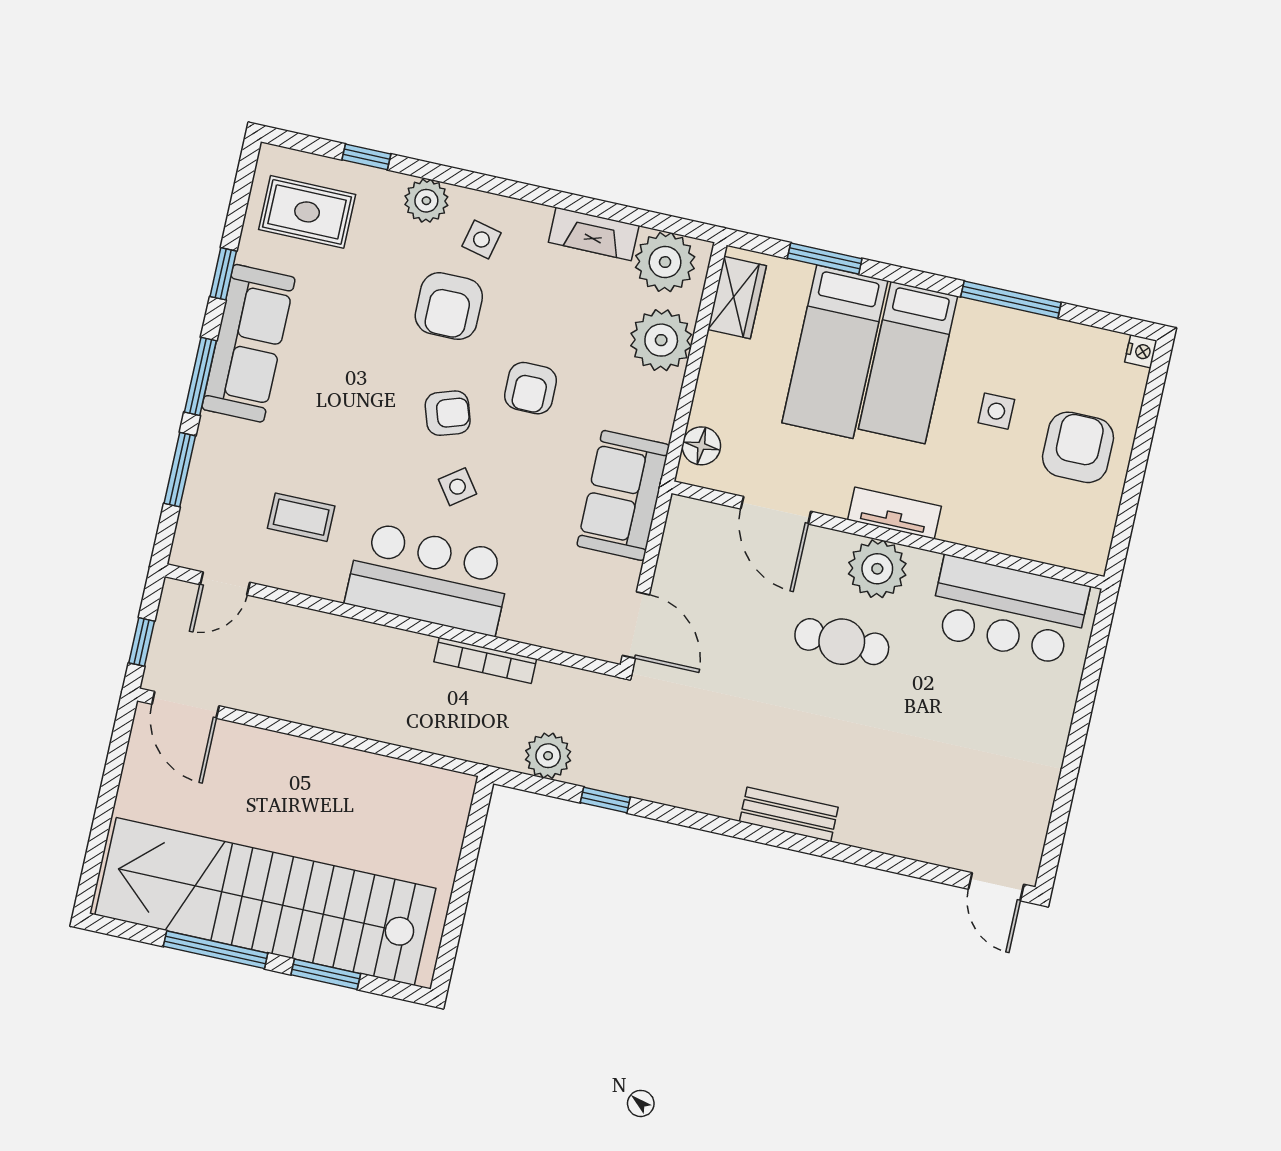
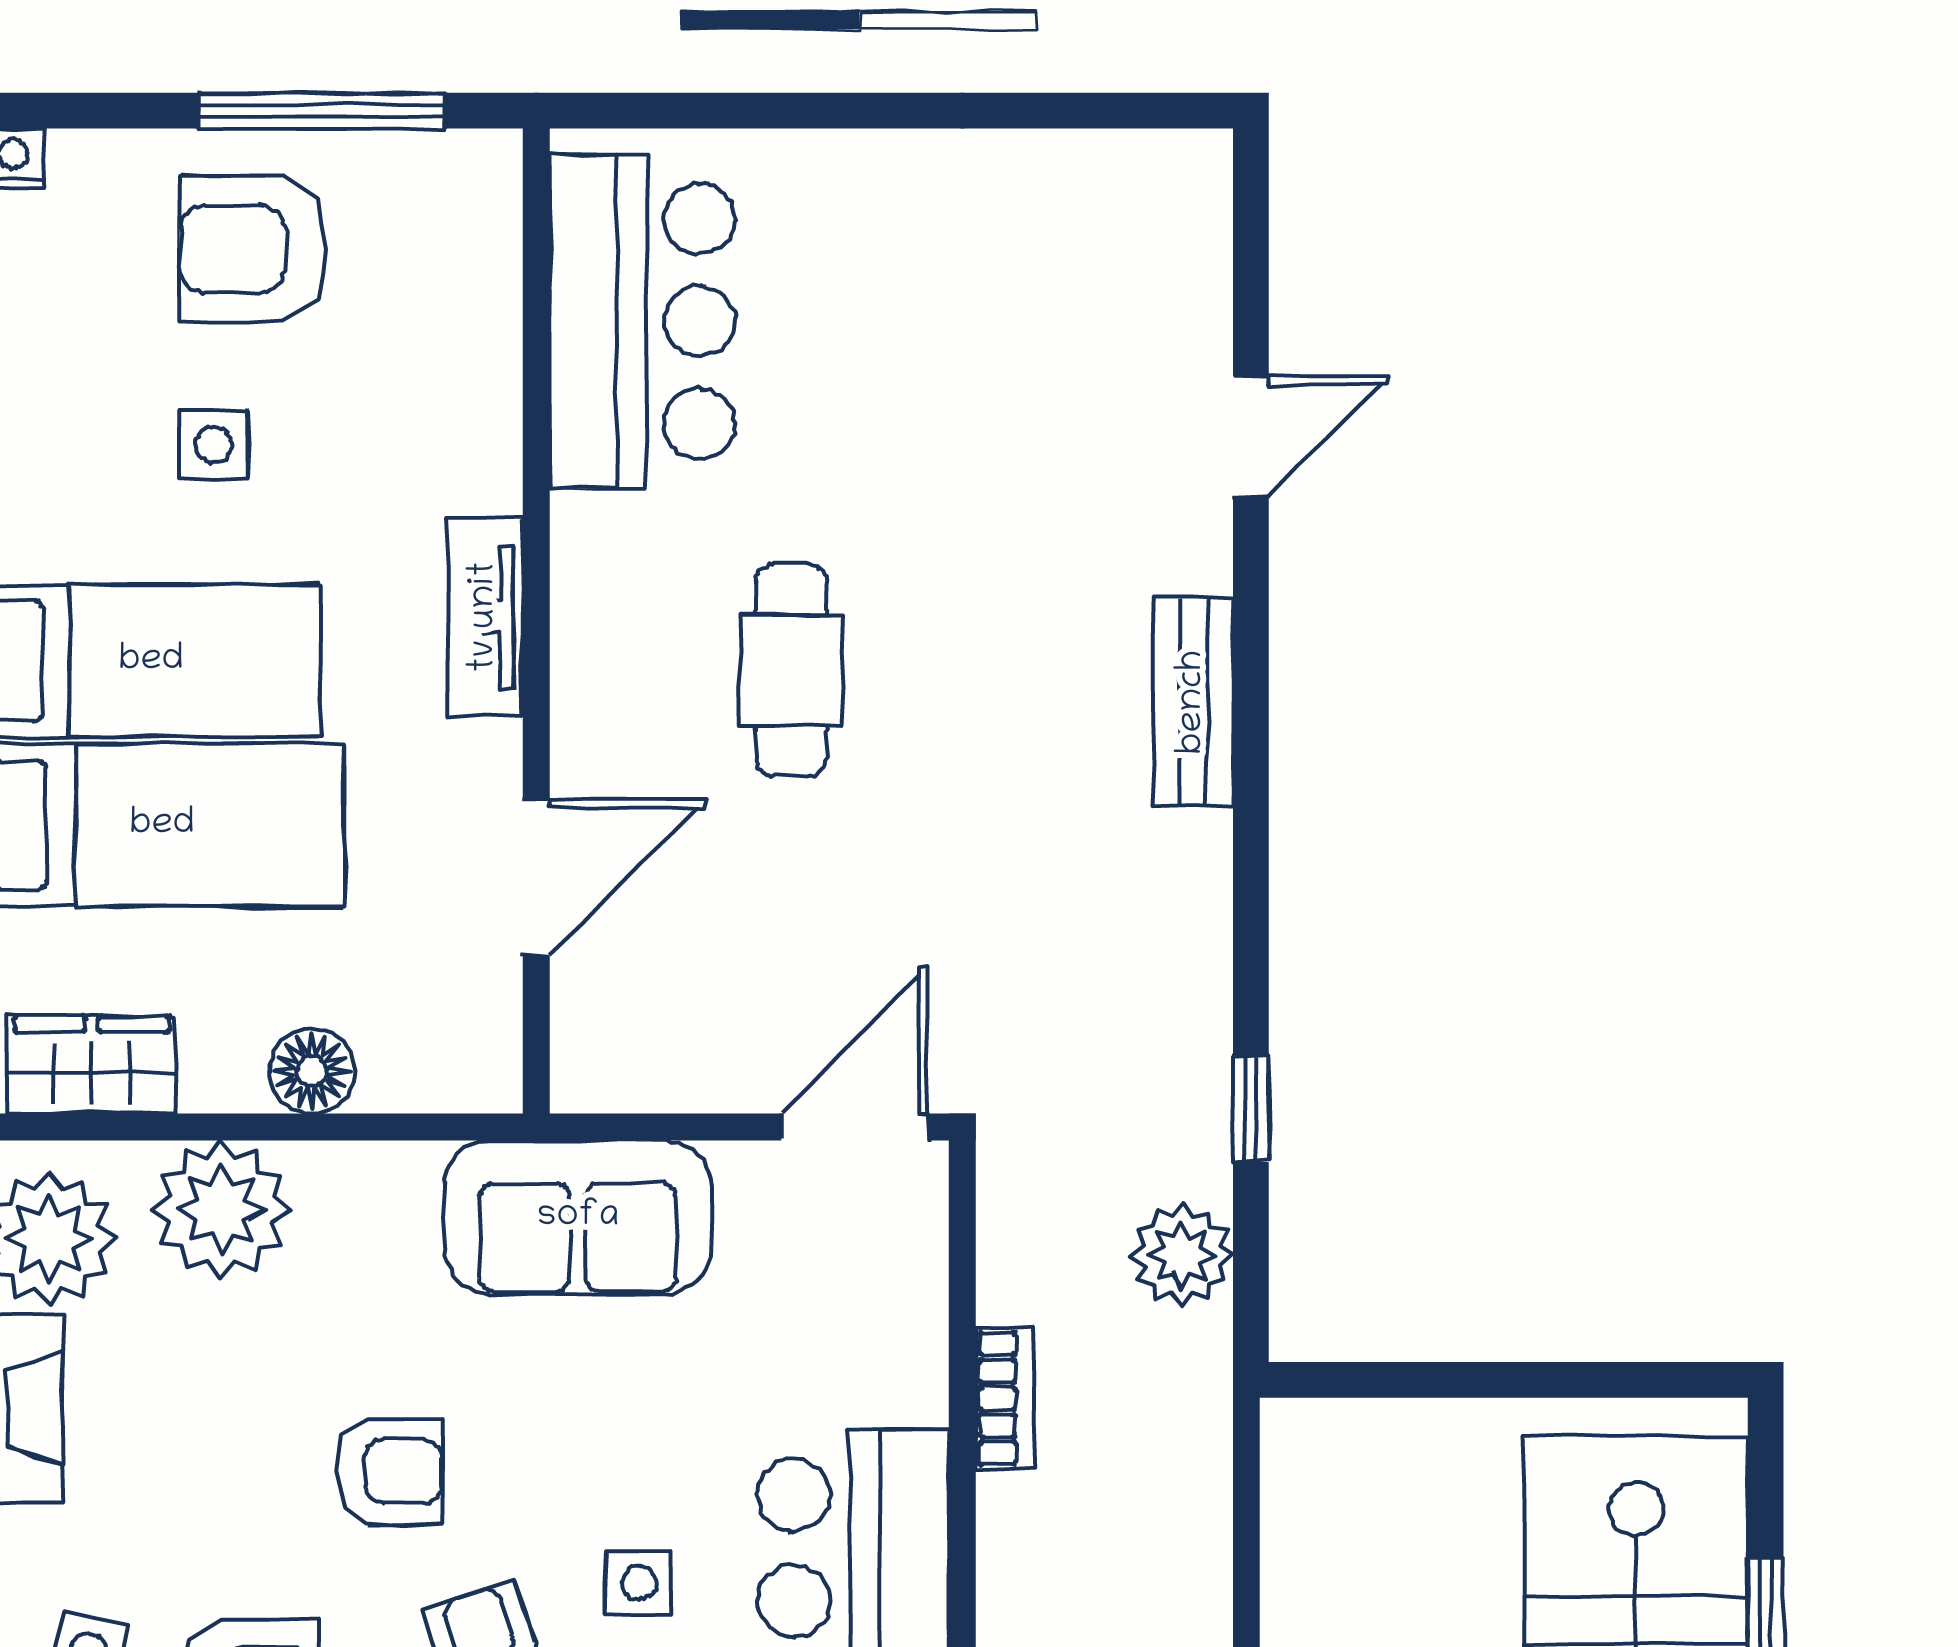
floor lamp: (701, 446) -> (312, 1071), moved
side table: (457, 487) -> (639, 1583), turned 36
window: (1132, 491) -> (322, 111), added
plant: (877, 569) -> (615, 628), removed
bookcase: (485, 660) -> (1004, 1398), width x0.64
door: (996, 887) -> (1251, 436), moved

